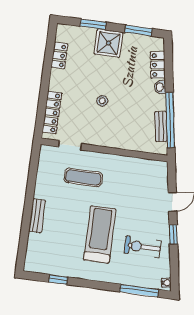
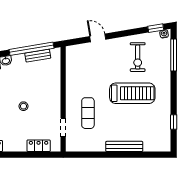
locker: (52, 112) -> (39, 146), width x0.66
bench: (37, 216) -> (124, 146), width x1.36
treadmill: (100, 234) -> (132, 93), turned 180
window: (173, 235) -> (156, 28), moved

